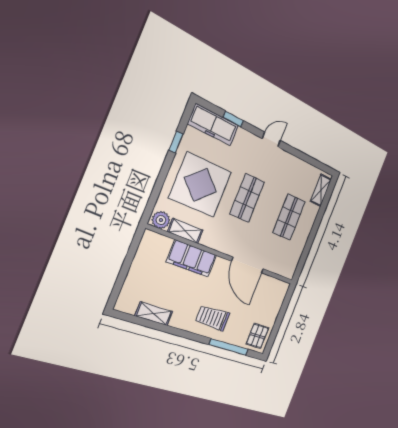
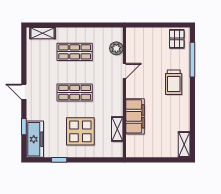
display table: (200, 185) -> (80, 131), width x0.73, depth x0.73
plant: (161, 220) -> (116, 48), moved
door: (247, 265) -> (124, 71), width x0.53
shelving: (154, 314) -> (184, 145), moved
pallet: (257, 336) -> (177, 39), turned 90

